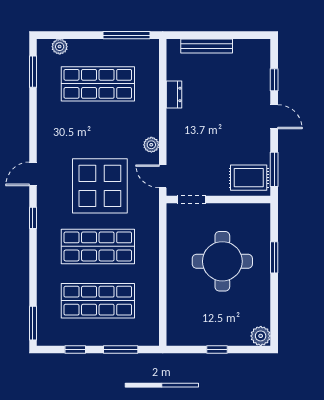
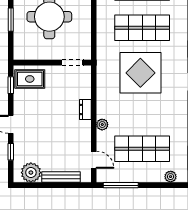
plant: (247, 52) -> (31, 173), added
dresser: (174, 94) -> (85, 109), moved
plant: (151, 145) -> (102, 125), moved
window: (274, 169) -> (11, 85), width x0.67
door: (163, 176) -> (94, 160), moved

